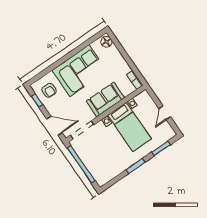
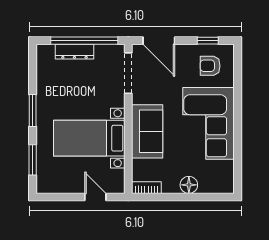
floor lamp: (106, 42) -> (189, 185), moved
door: (165, 113) -> (95, 197), moved
door: (54, 126) -> (159, 41), hinge flipped
dresser: (90, 165) -> (74, 52), added

